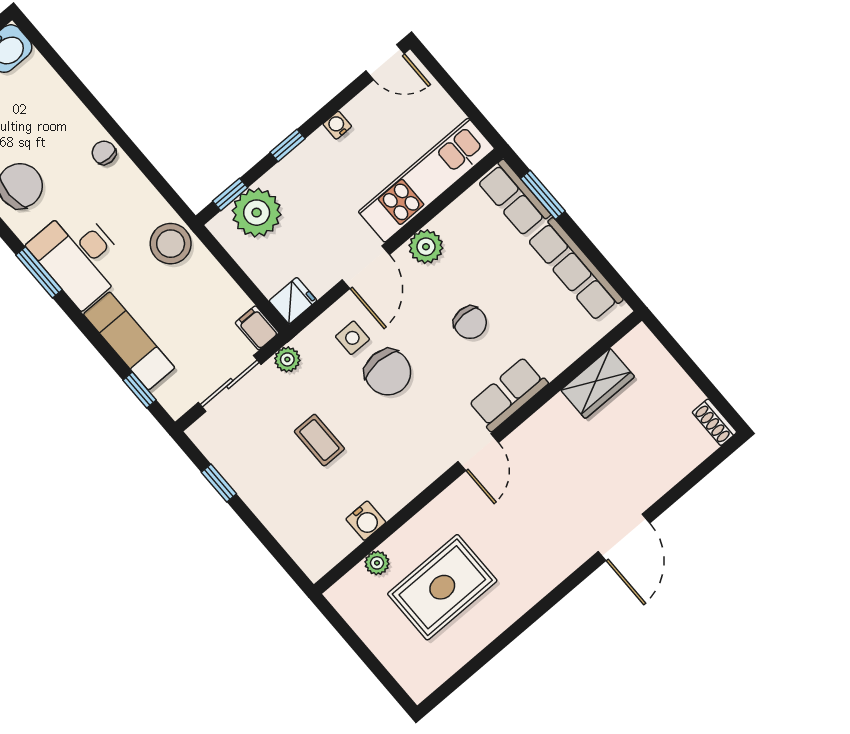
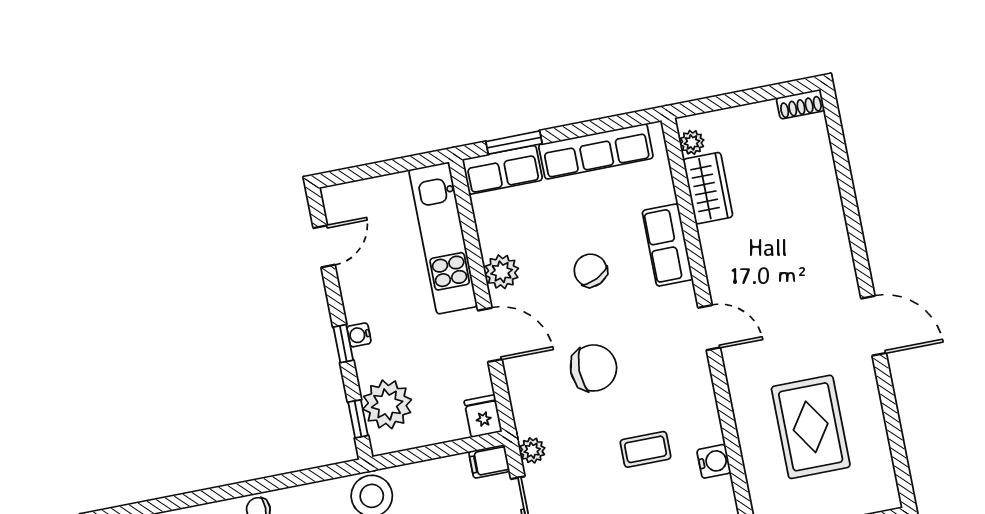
door: (385, 62) -> (324, 246), moved
water cooler: (337, 125) -> (359, 335), moved
chair: (470, 322) -> (591, 270), turned -116
side table: (352, 338) -> (546, 382), removed
row of seats: (508, 394) -> (667, 245), moved
coffee table: (319, 440) -> (645, 449), moved
door: (624, 537) -> (874, 326), moved
plant: (377, 563) -> (692, 142), moved

